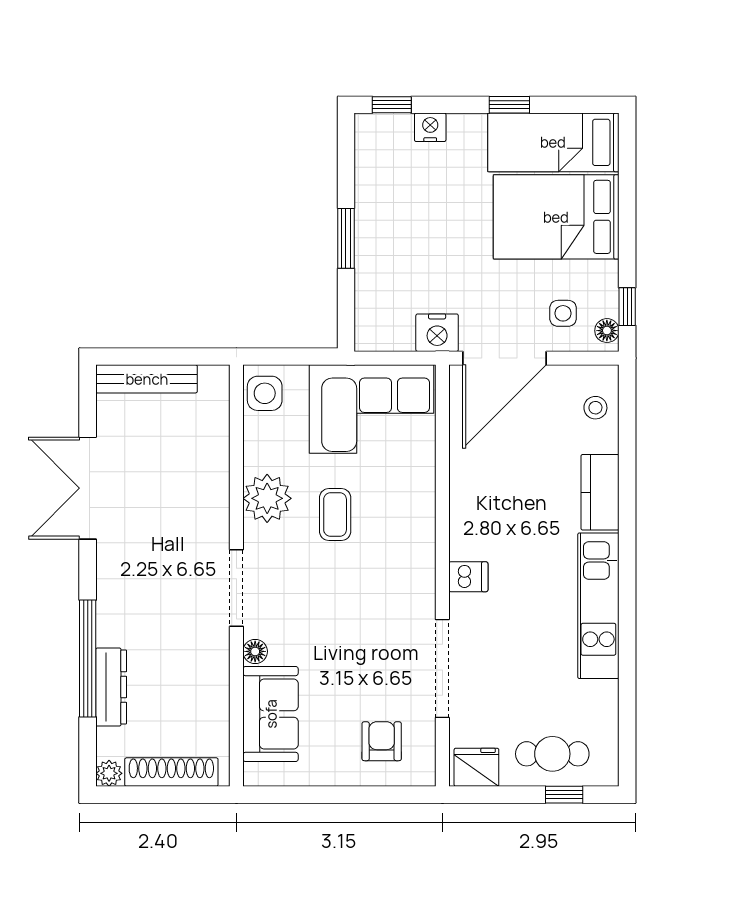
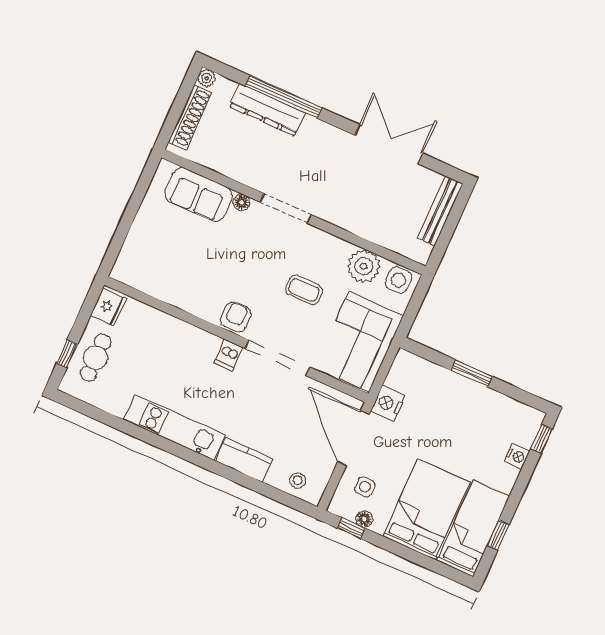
window: (509, 105) -> (498, 535), moved
floor lamp: (607, 331) -> (364, 519), moved
plant: (267, 498) -> (364, 266), moved
doorway: (442, 669) -> (277, 358), moved
dresser: (111, 687) -> (267, 110), width x1.37, depth x1.24
armchair: (382, 741) -> (236, 317), moved, turned -90

